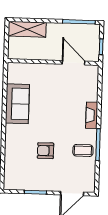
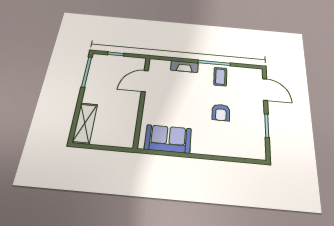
wall: (53, 62) -> (142, 100), moved
door: (73, 63) -> (145, 81), moved

